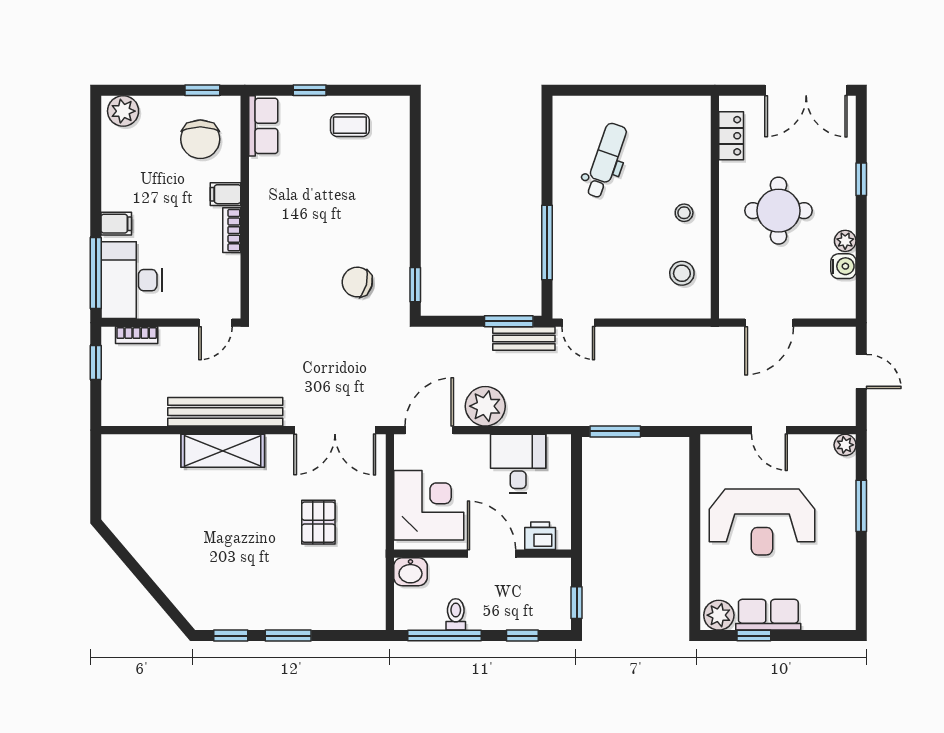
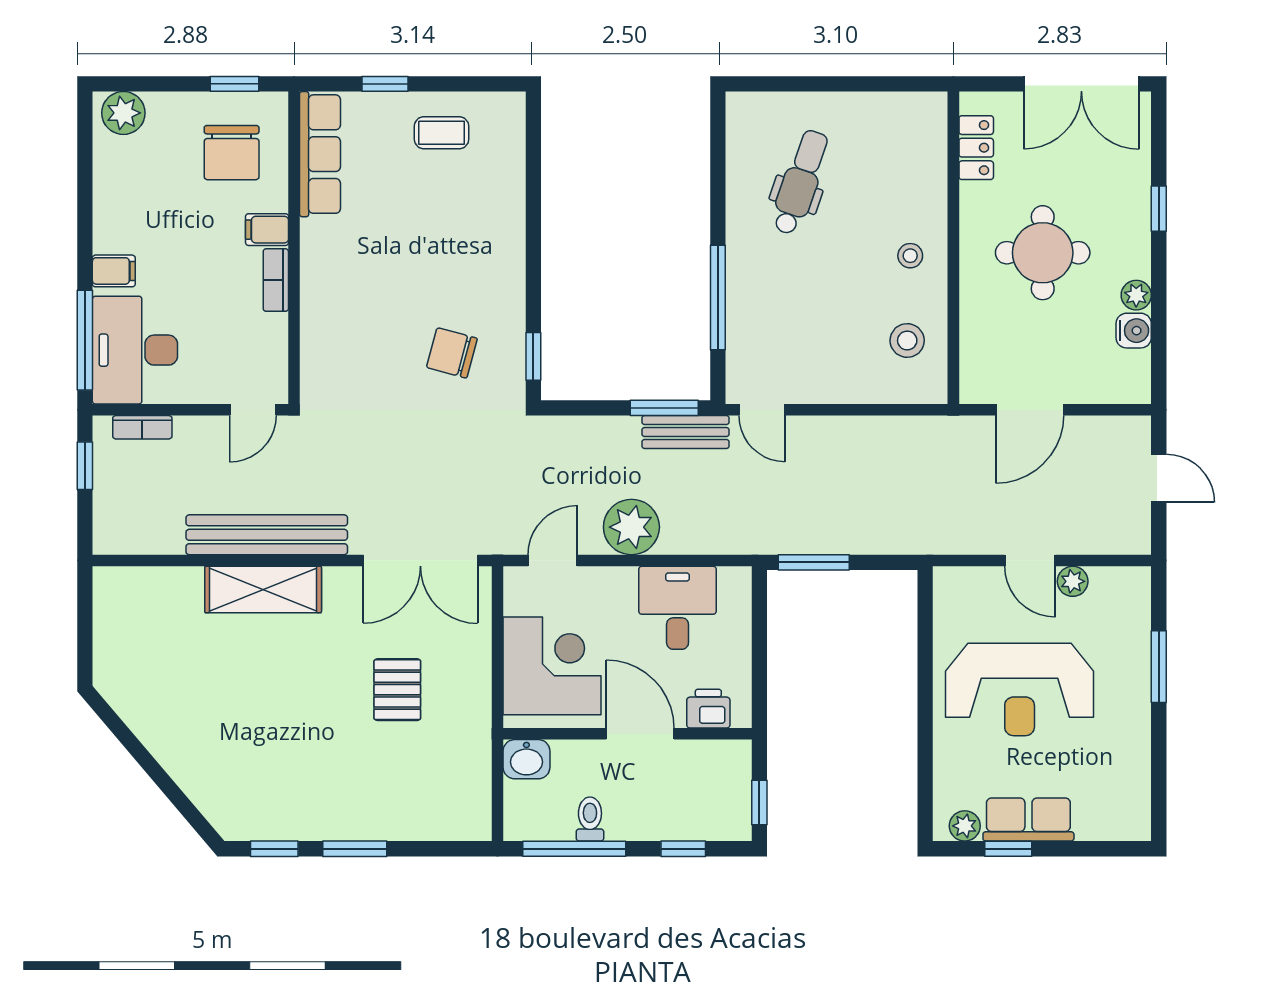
row of seats: (263, 126) -> (320, 154), width x1.48
door: (429, 430) -> (553, 560), width x0.73
plant: (845, 445) -> (1073, 581), moved
plant: (719, 615) -> (965, 826), width x0.73, depth x0.73

